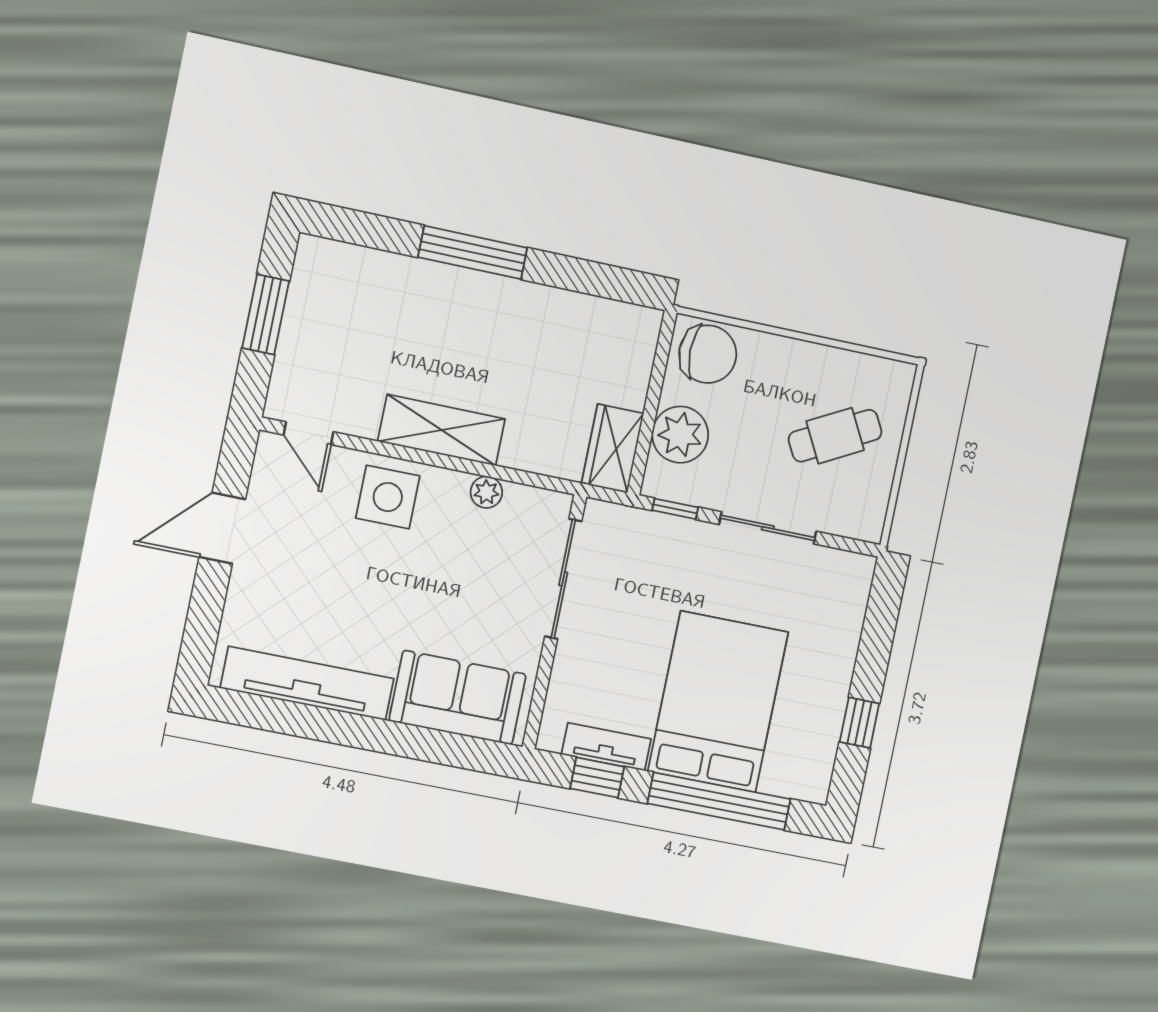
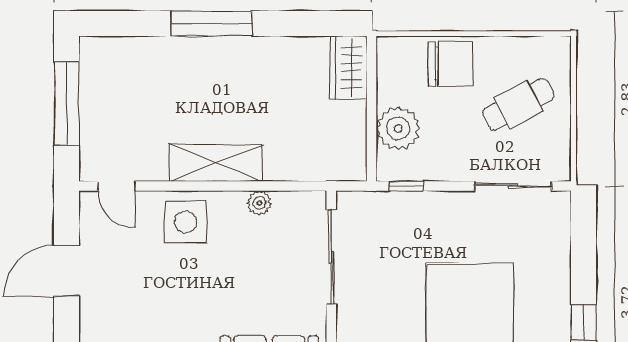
window: (266, 314) -> (67, 103), width x1.44
chair: (708, 354) -> (450, 64), moved
wardrobe: (613, 448) -> (349, 68), moved
sliding door: (768, 528) -> (513, 186), moved

